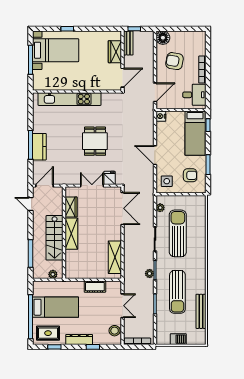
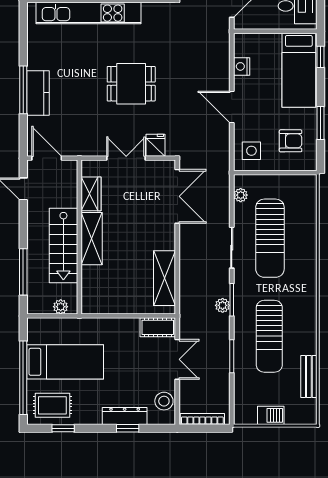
nightstand: (161, 116) -> (242, 66), moved
dining table: (95, 141) -> (131, 84), turned 90
door: (45, 186) -> (47, 158), hinge flipped
sun lounger: (178, 233) -> (270, 238), turned 180
cot: (95, 287) -> (158, 327), moved
bench: (201, 311) -> (309, 376), width x0.73
dresser: (79, 340) -> (125, 416), moved

